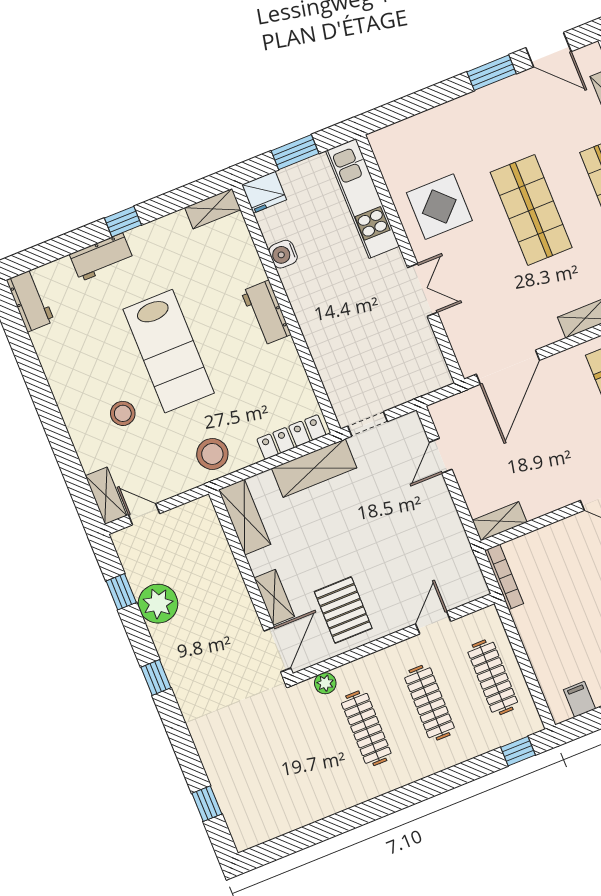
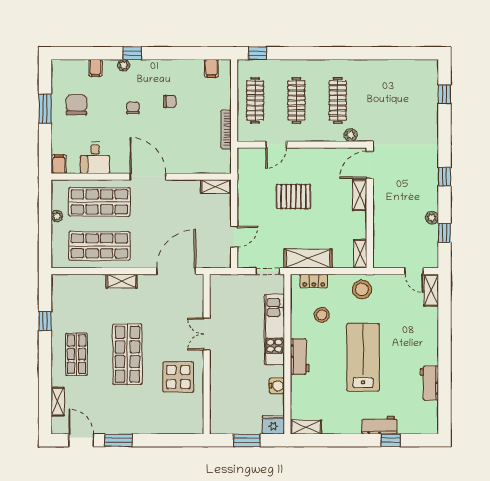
kitchen unit: (362, 199) -> (274, 329), moved, turned 180
window: (123, 222) -> (391, 440), moved
workbench: (30, 301) -> (429, 383), moved
stool: (123, 413) -> (322, 315), moved
locker: (291, 437) -> (314, 281), width x0.66
shelving: (245, 517) -> (360, 254), width x0.67, depth x0.75
bookcase: (504, 577) -> (226, 130), moved
plant: (158, 604) -> (432, 218), width x0.53, depth x0.53
pallet: (343, 610) -> (294, 197), moved, turned 90

